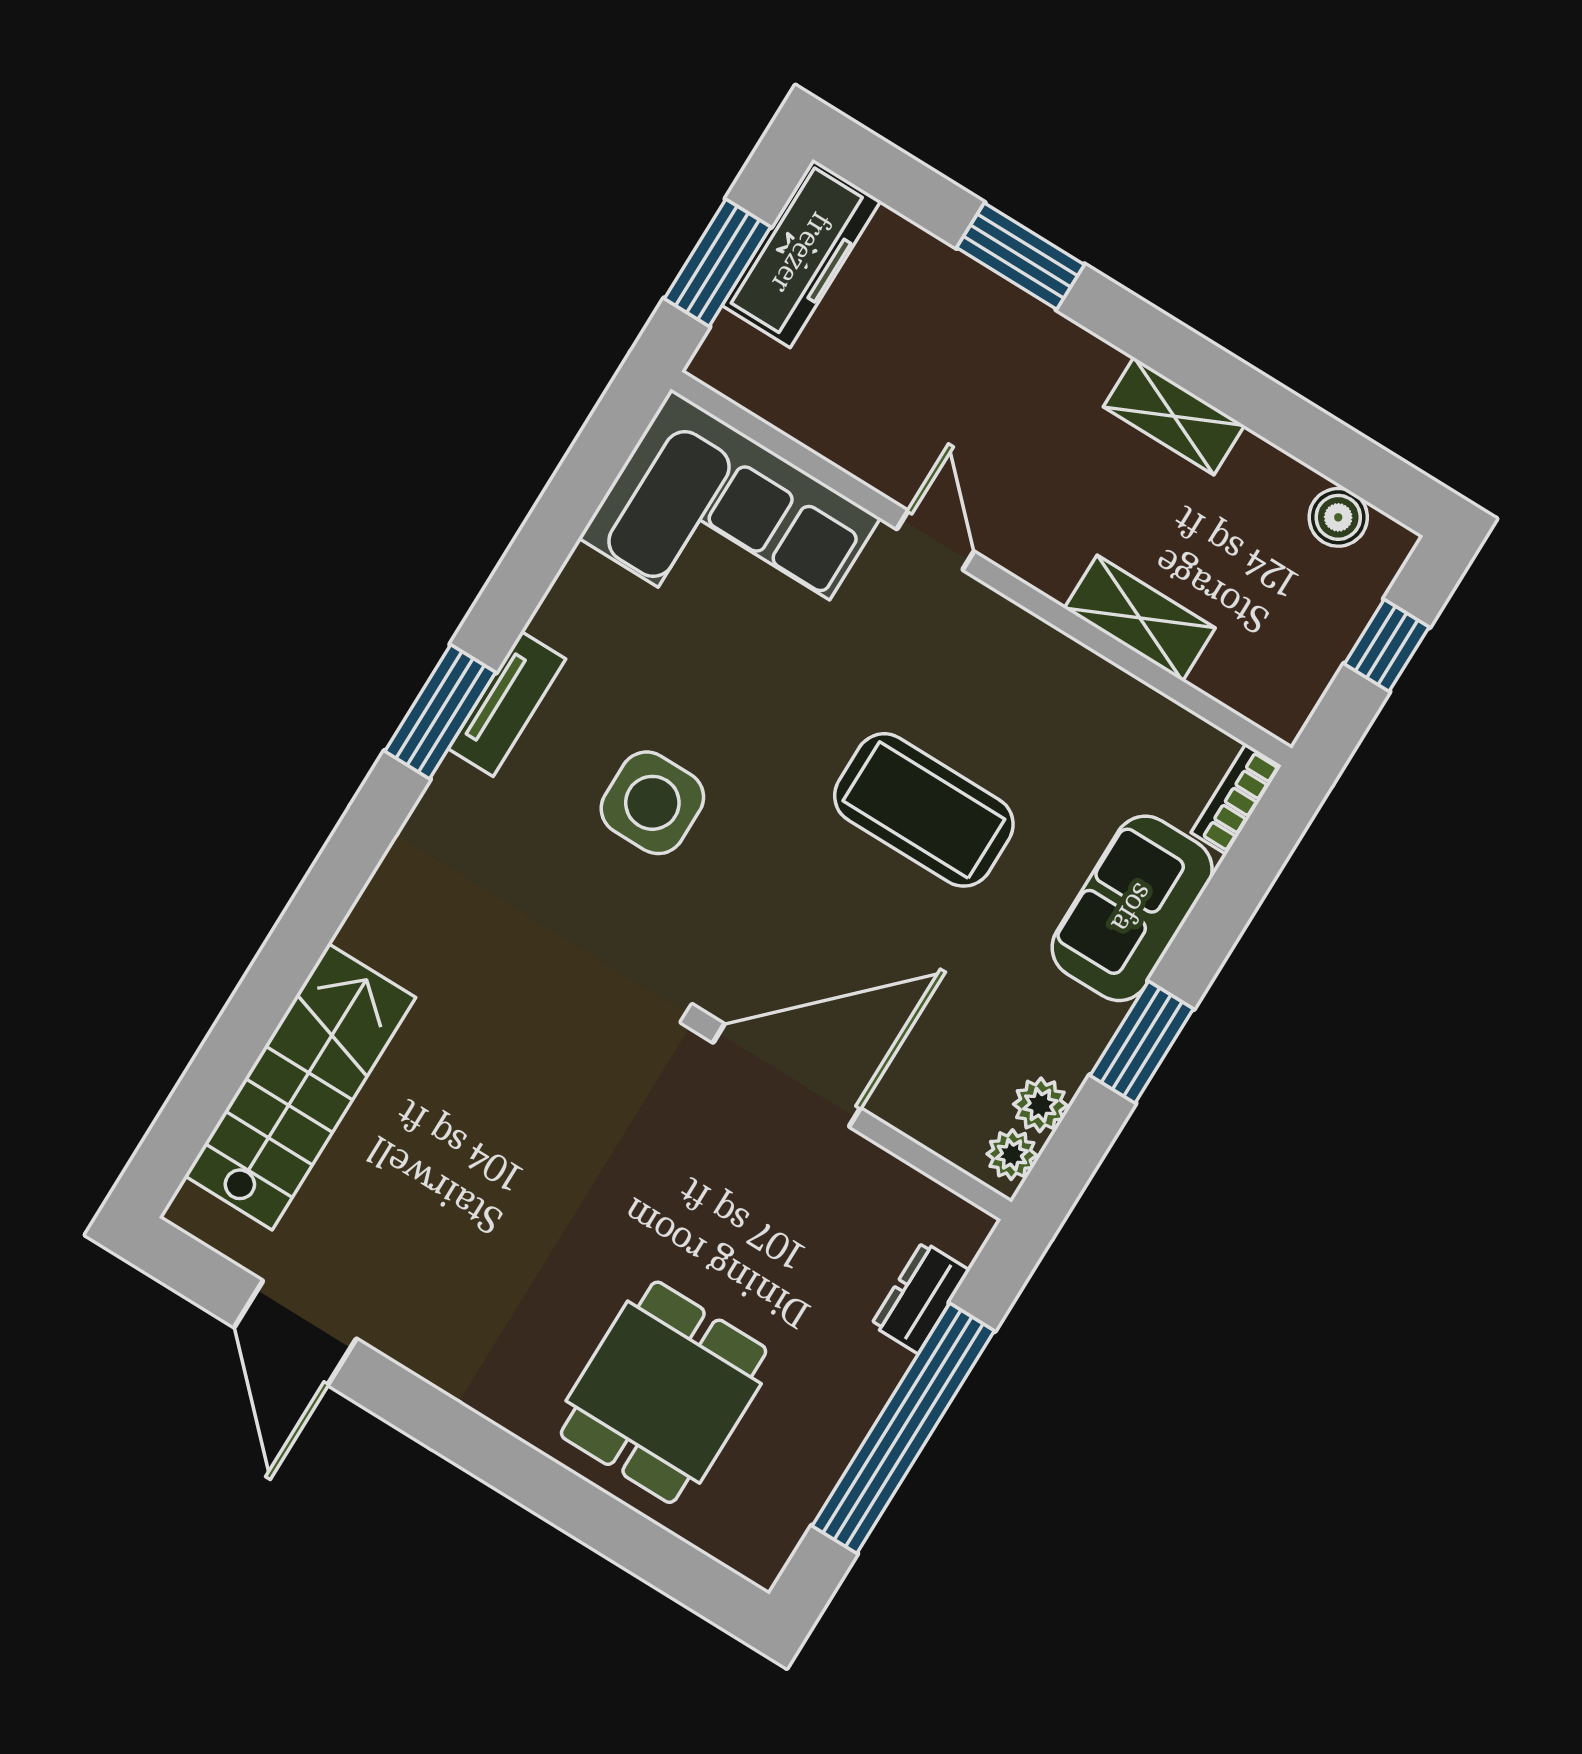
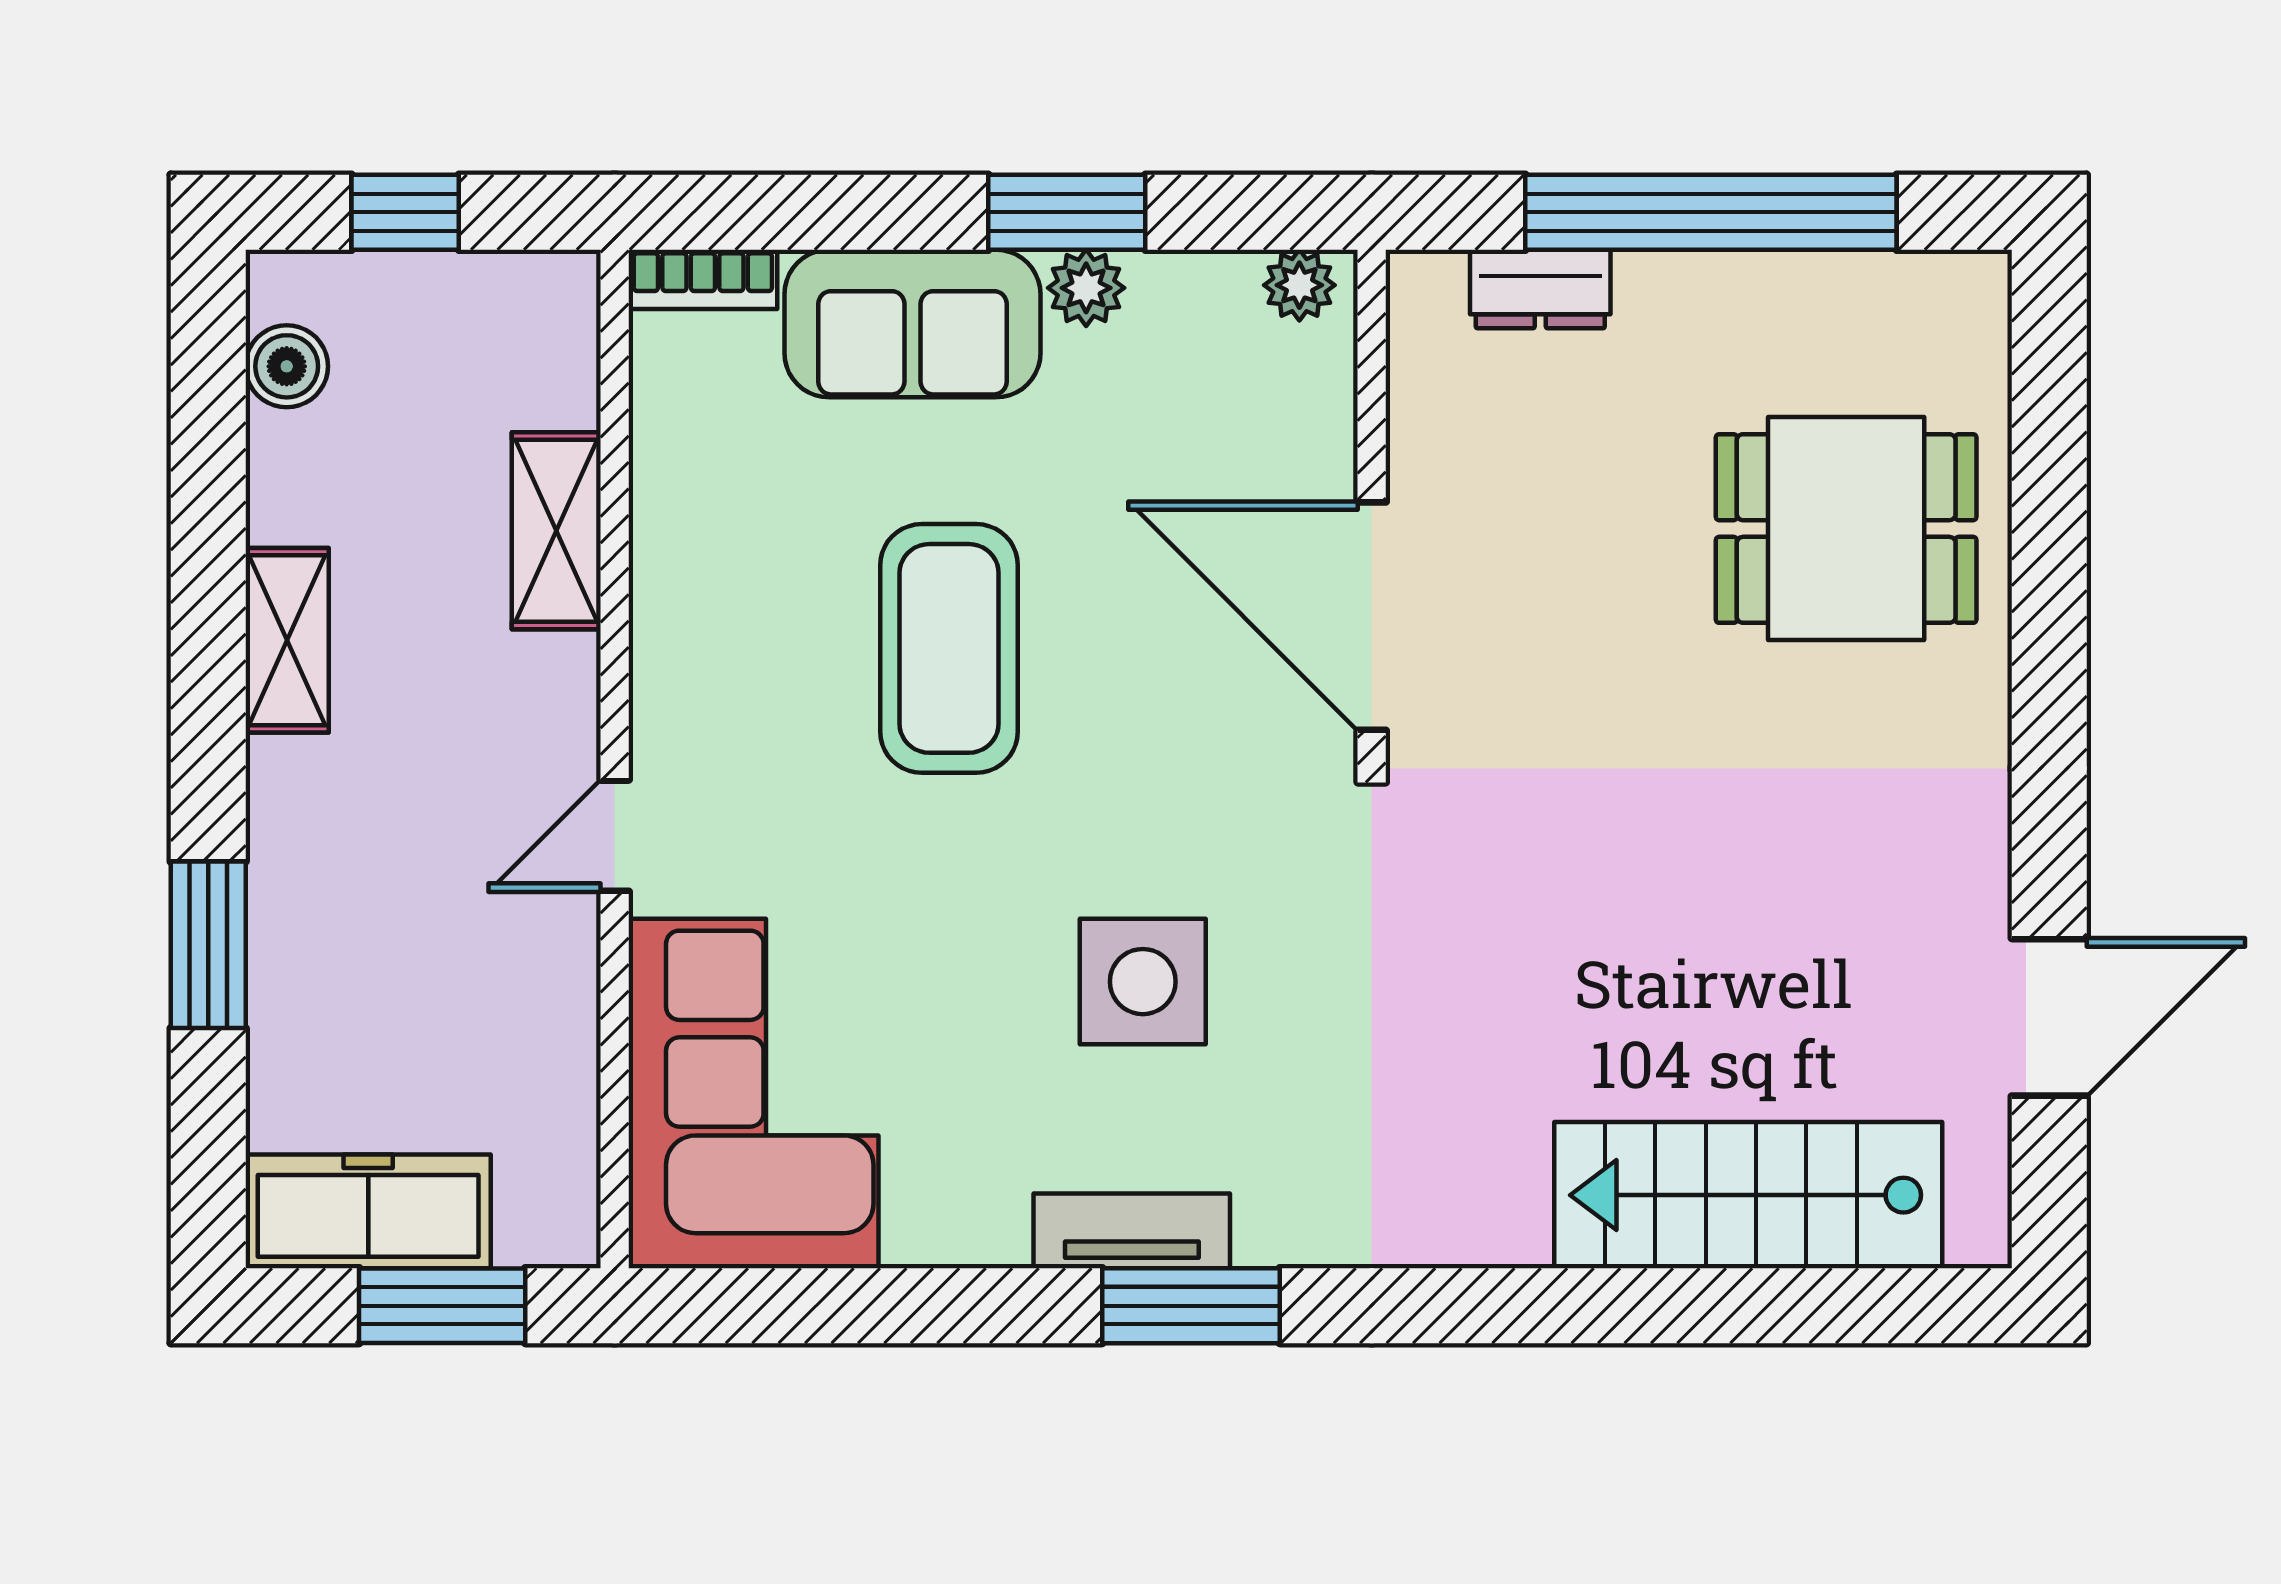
plant: (1040, 1105) -> (1086, 288), moved

